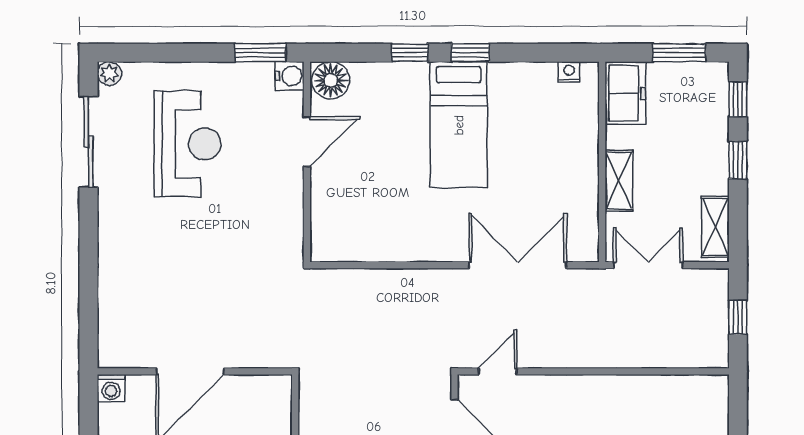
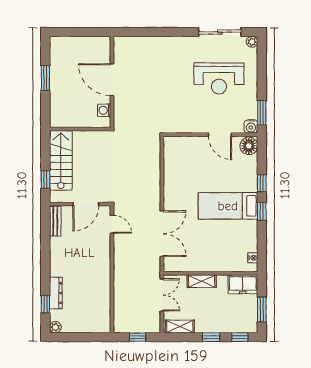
washing machine: (111, 388) -> (104, 110), moved

